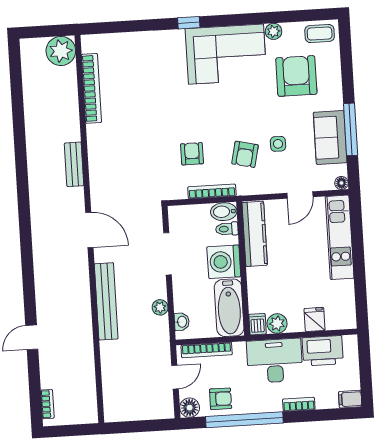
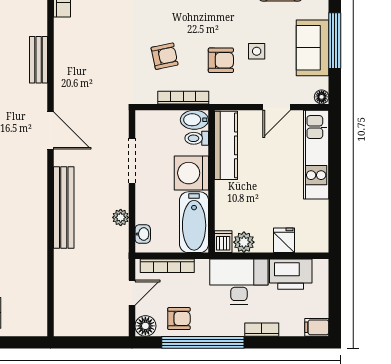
armchair: (192, 154) -> (165, 56), turned 78
armchair: (245, 154) -> (221, 60), turned -103

